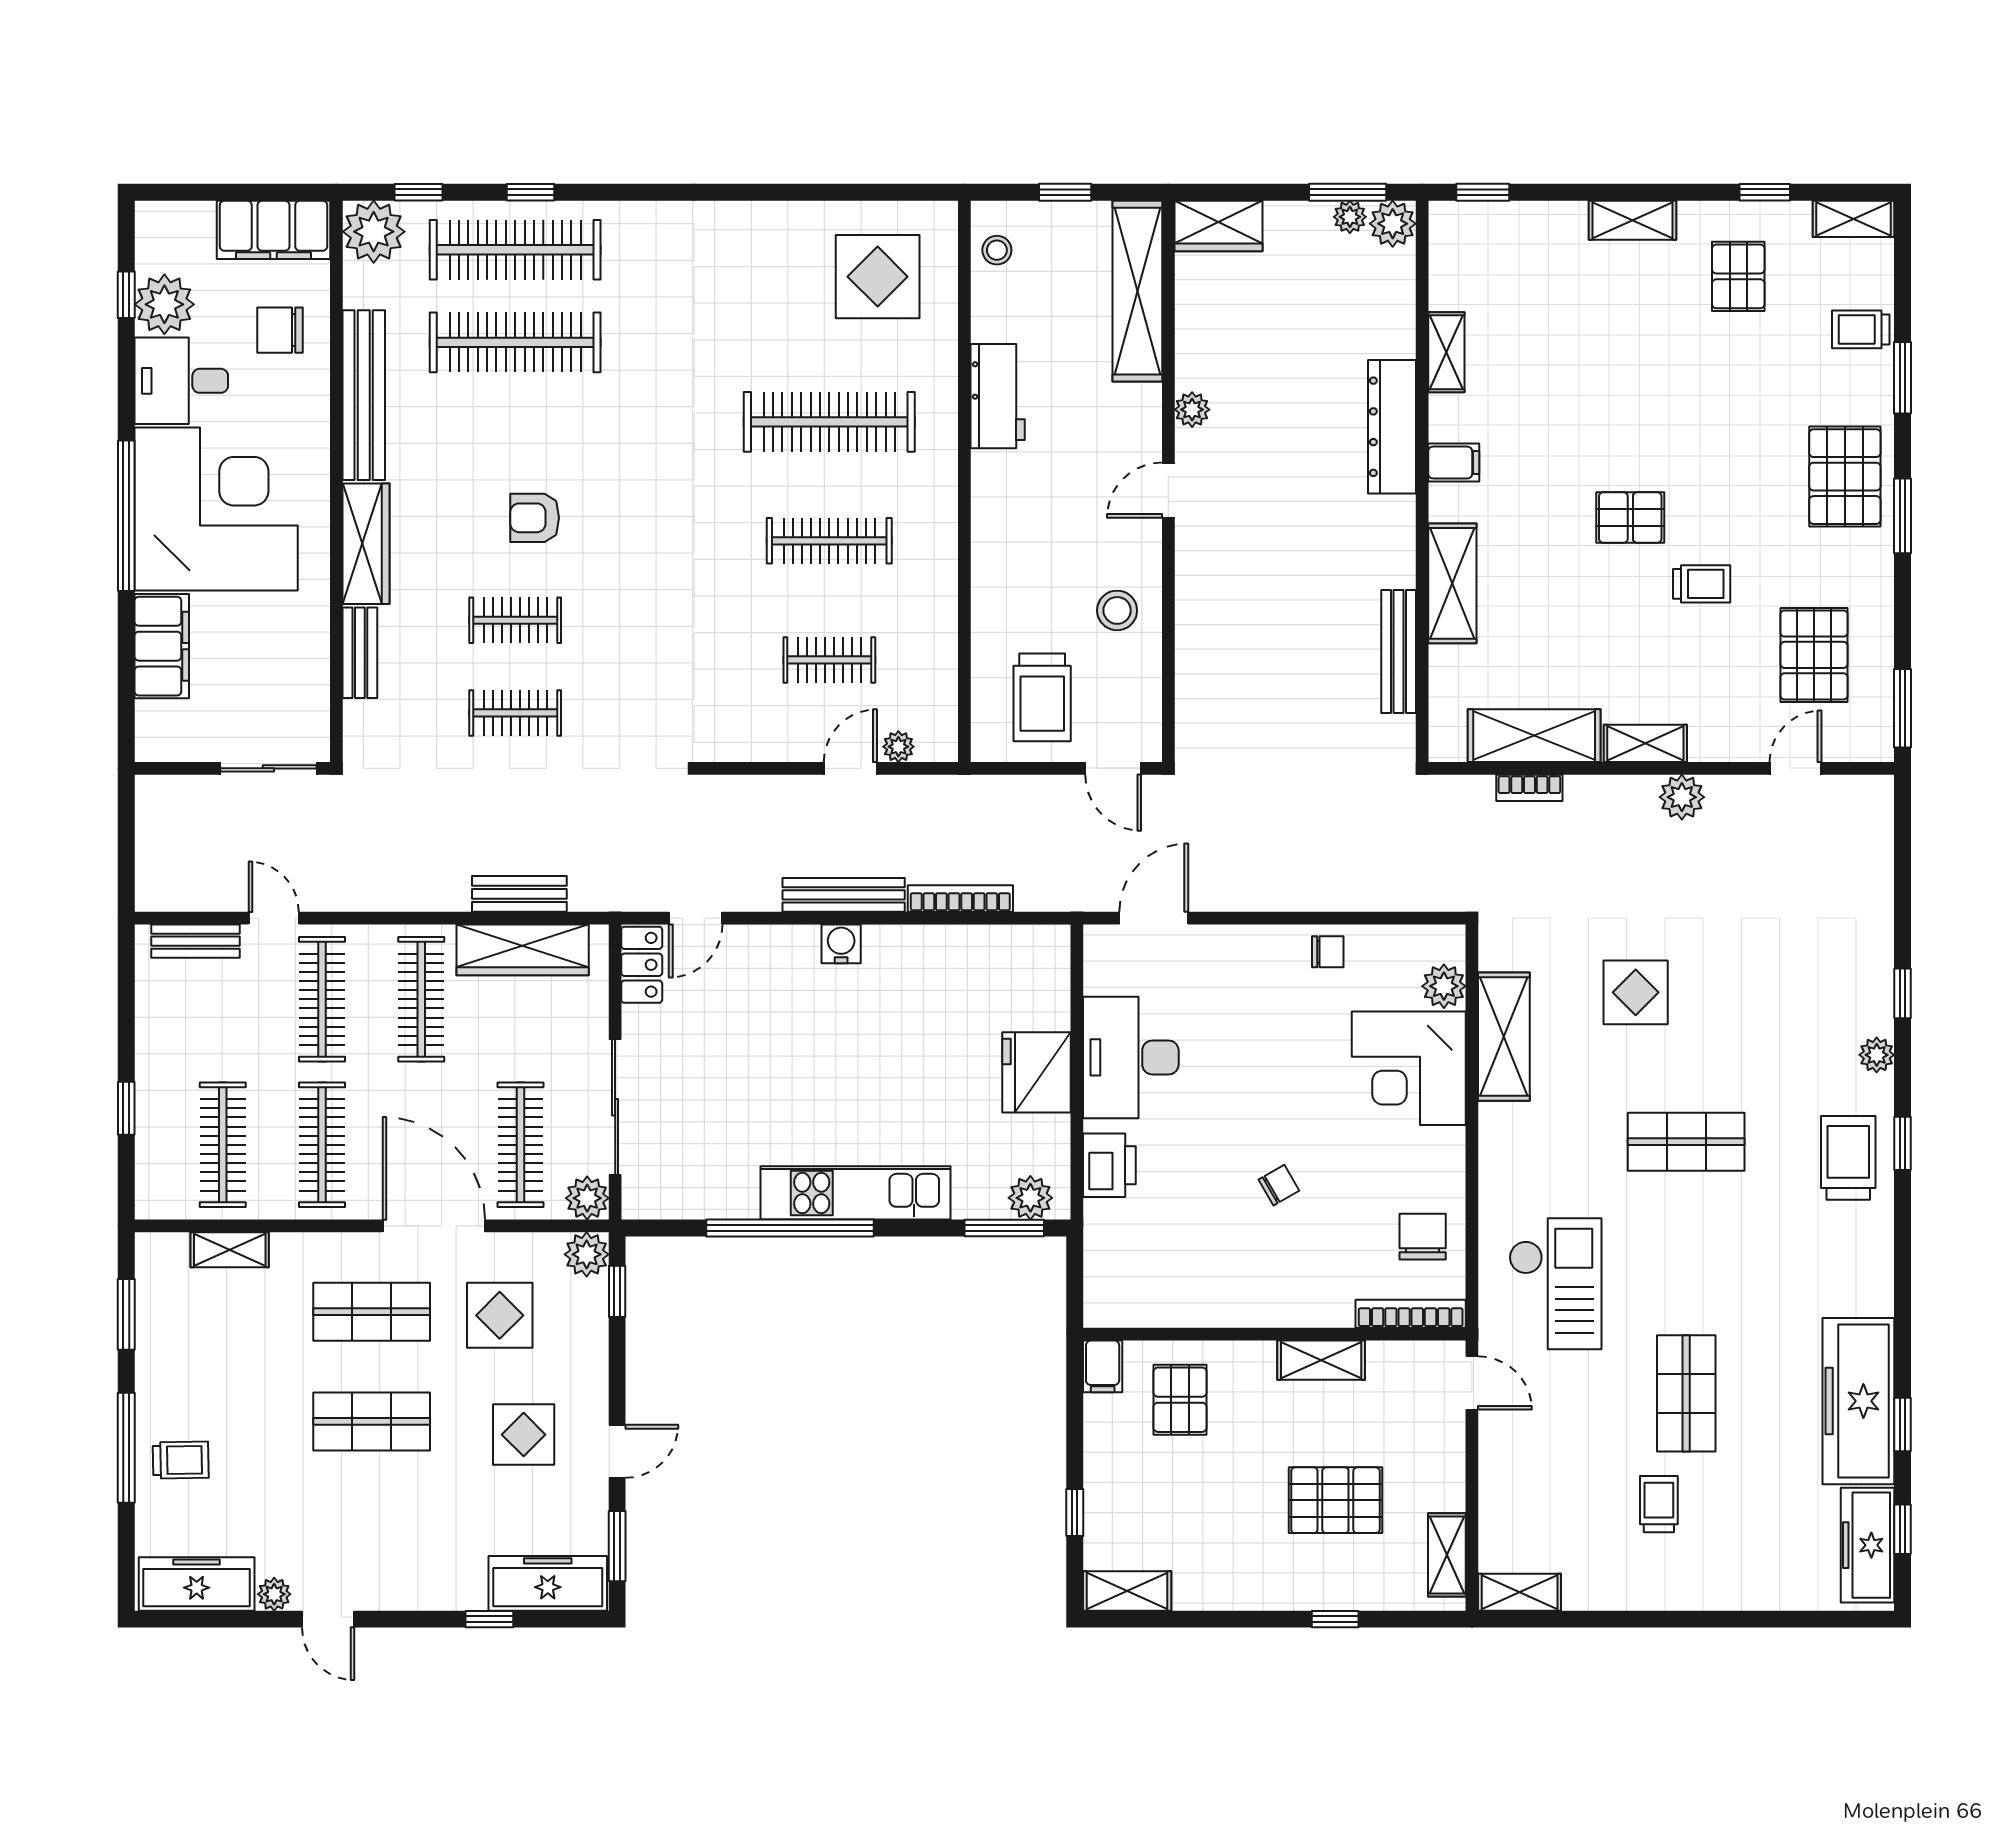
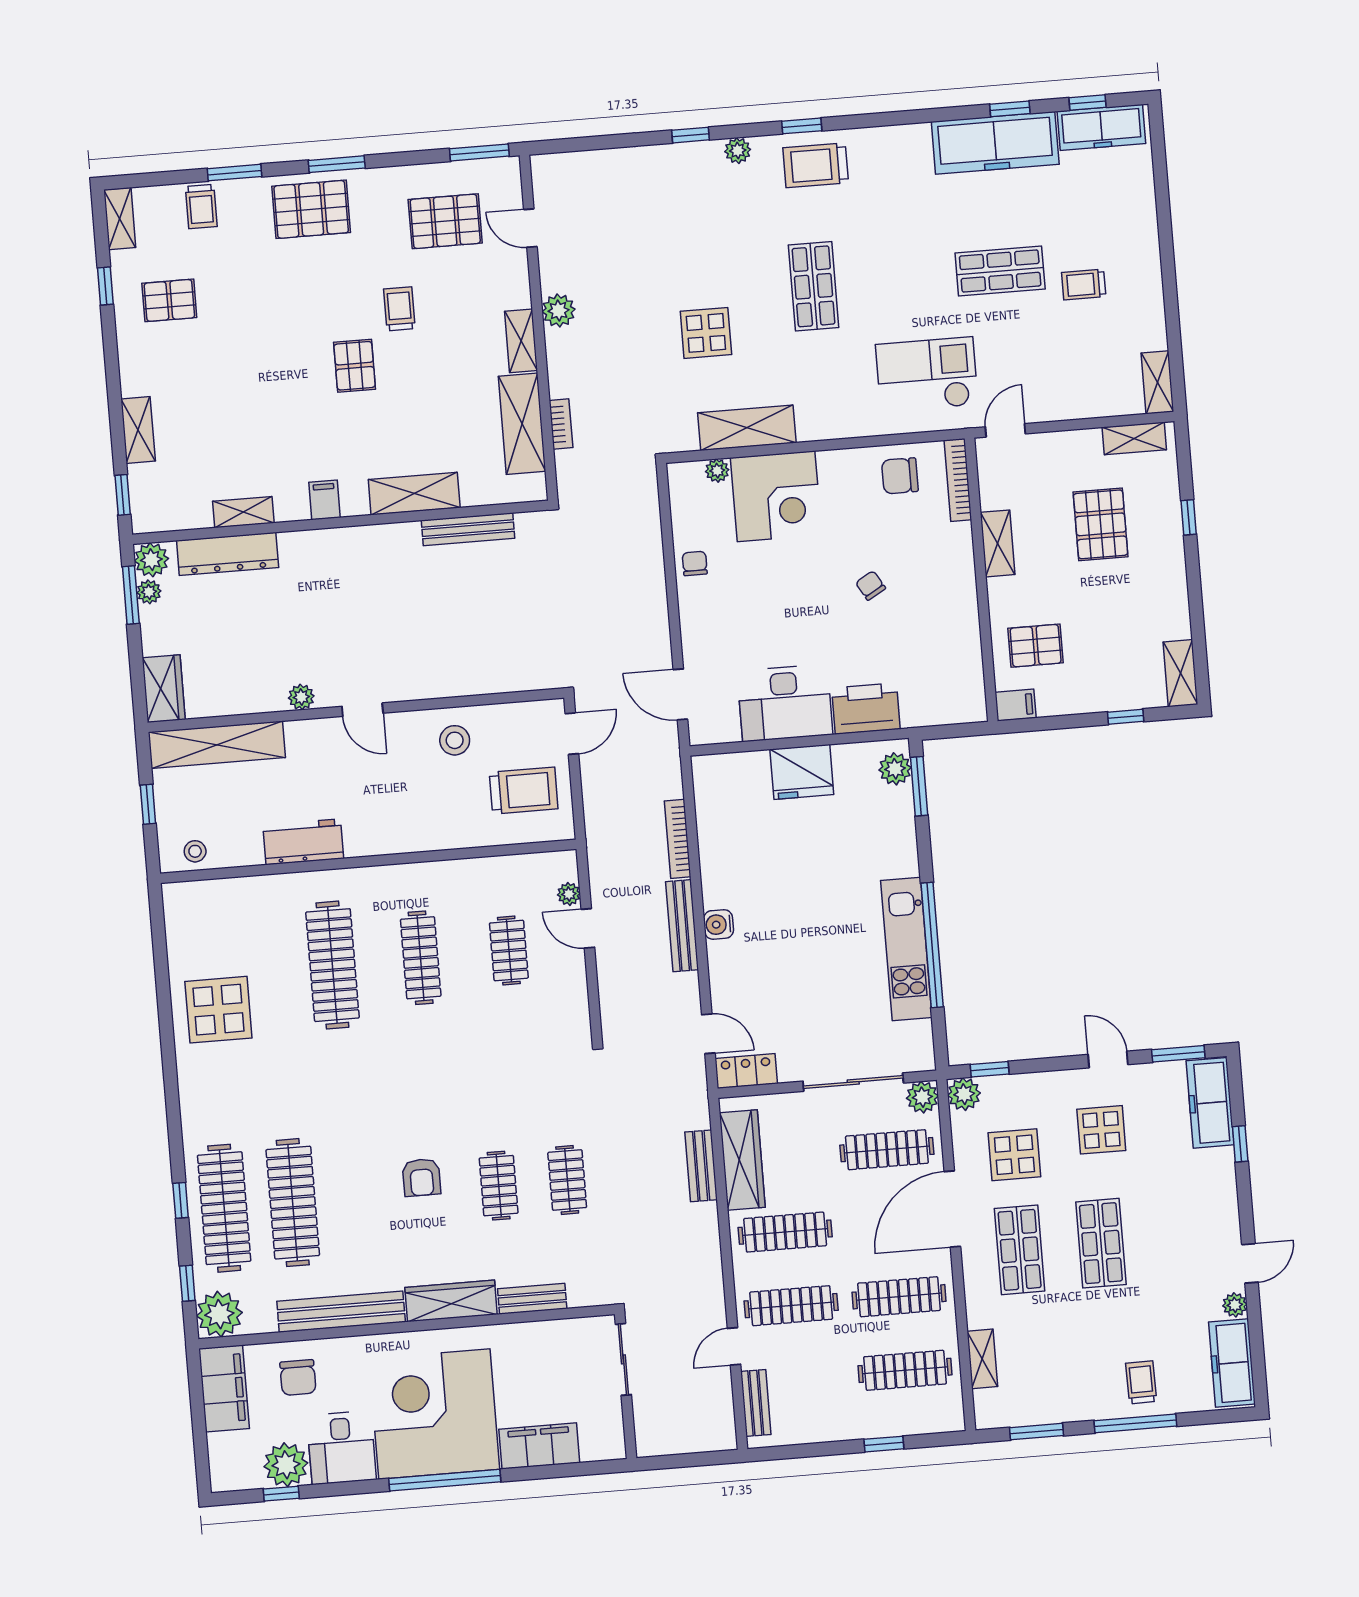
shelving: (1633, 220) -> (138, 430), moved
display table: (878, 277) -> (218, 1010), moved
dresser: (1392, 427) -> (228, 554), moved
plant: (1444, 986) -> (717, 471), width x0.73, depth x0.73
printer: (1109, 1165) -> (866, 709), width x1.37, depth x1.19
kitchen unit: (855, 1193) -> (906, 949), moved

